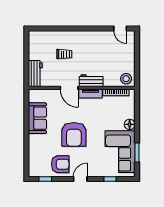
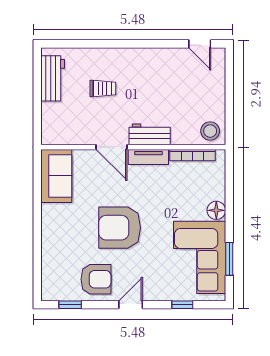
workbench: (35, 74) -> (53, 78), moved
sofa: (37, 118) -> (56, 176), moved
armchair: (74, 134) -> (120, 228), turned 90

